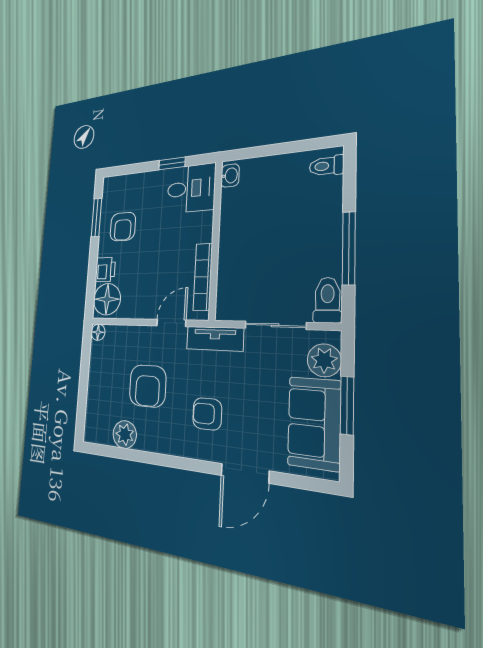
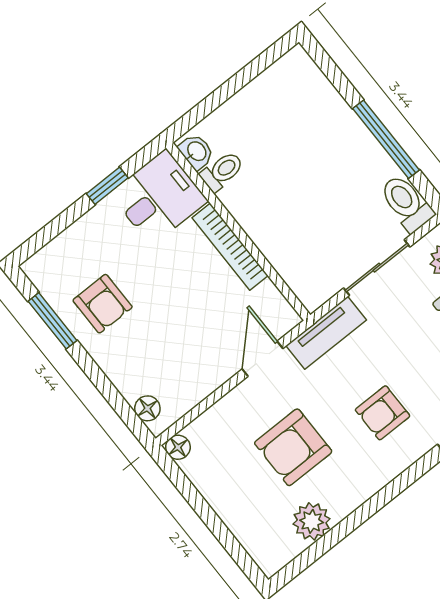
toilet: (327, 166) -> (222, 171), moved, turned 180
printer: (105, 270) -> (123, 371), removed
bookcase: (203, 277) -> (230, 247), moved
floor lamp: (107, 299) -> (147, 408), width x0.53, depth x0.53
armchair: (148, 386) -> (293, 447), turned 90

